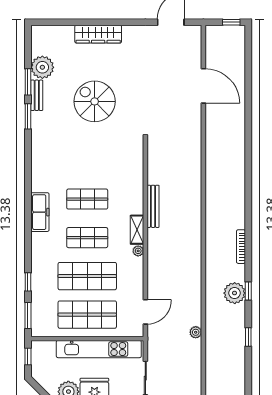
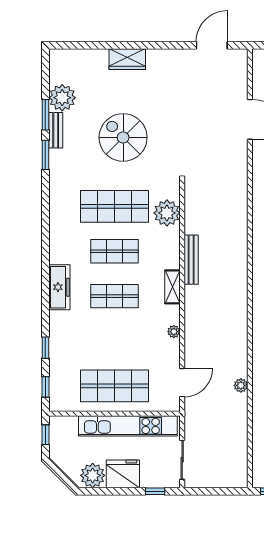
wardrobe: (98, 34) -> (127, 59), width x0.67
plant: (132, 166) -> (167, 213), added
freezer: (40, 212) -> (59, 287), moved
plant: (138, 251) -> (174, 332), moved
shop shelf: (87, 276) -> (115, 206), moved
window: (28, 315) -> (45, 387), width x0.67
plant: (196, 332) -> (241, 385), moved

